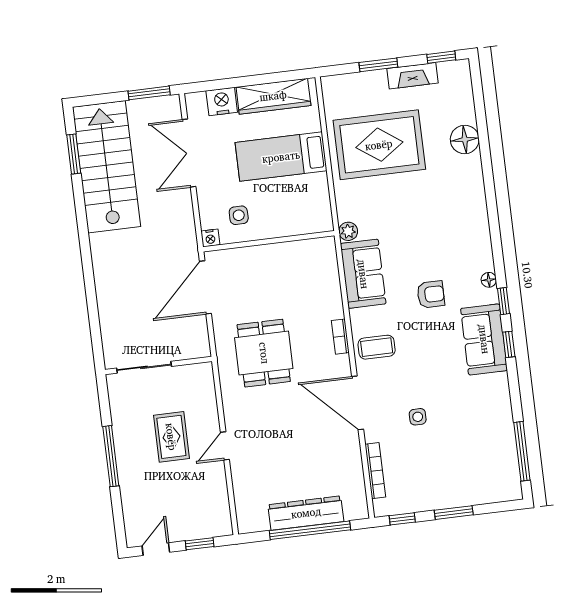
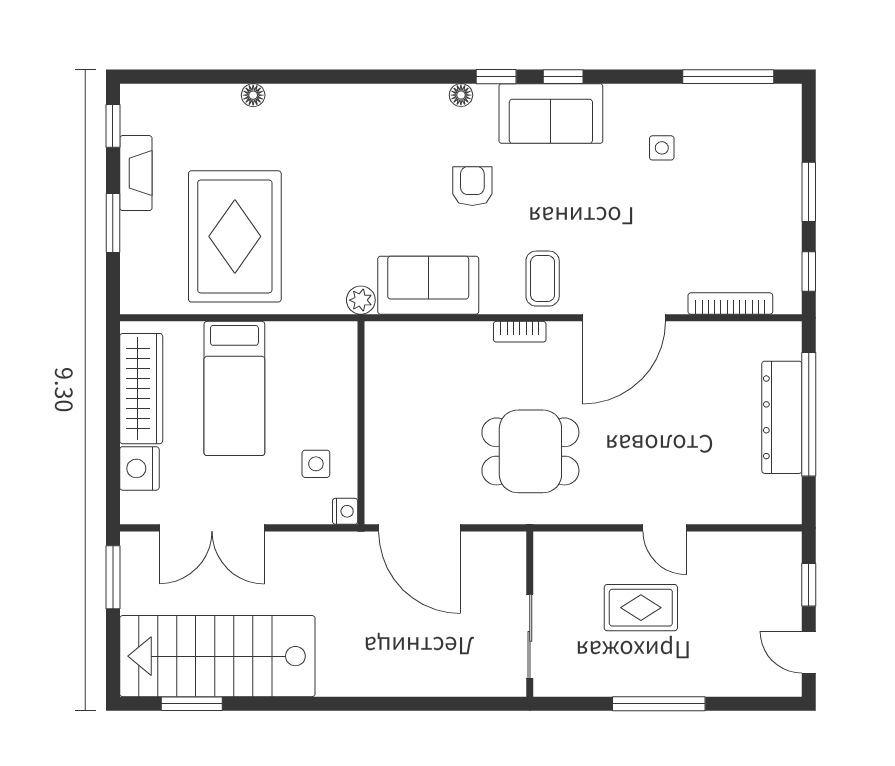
floor lamp: (465, 139) -> (253, 95), width x0.53, depth x0.53
side table: (418, 417) -> (662, 148), moved

